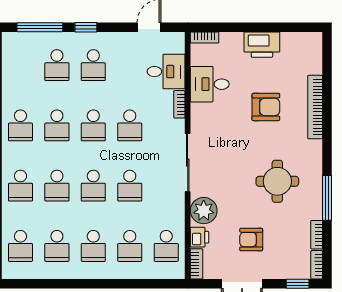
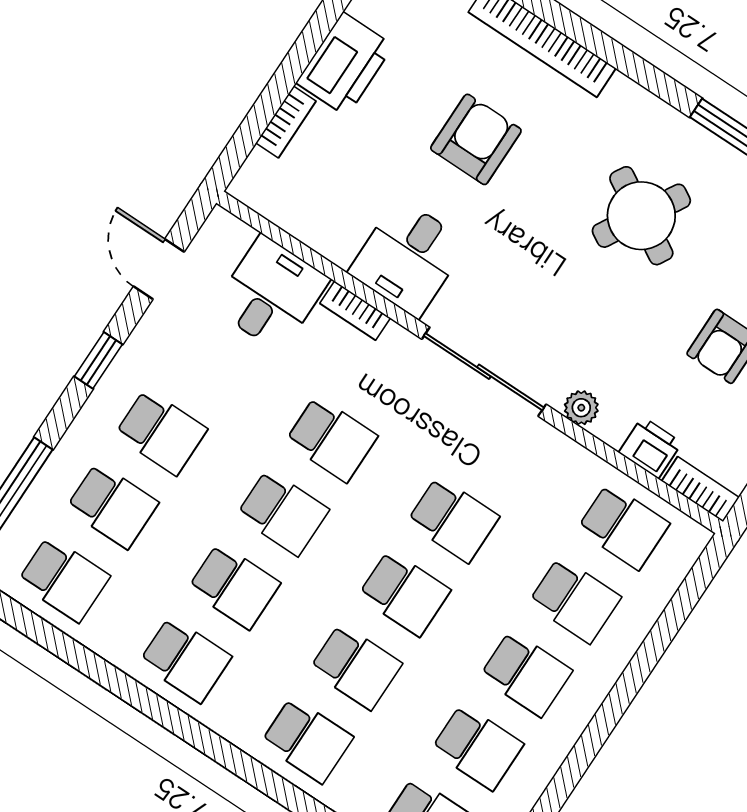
window: (86, 27) -> (98, 360), moved
bookcase: (205, 38) -> (286, 122), moved
school desk: (20, 65) -> (64, 579), added
desk: (210, 84) -> (408, 258), moved
round table: (277, 181) -> (641, 216), turned 30
plant: (204, 211) -> (581, 408), width x0.53, depth x0.53

